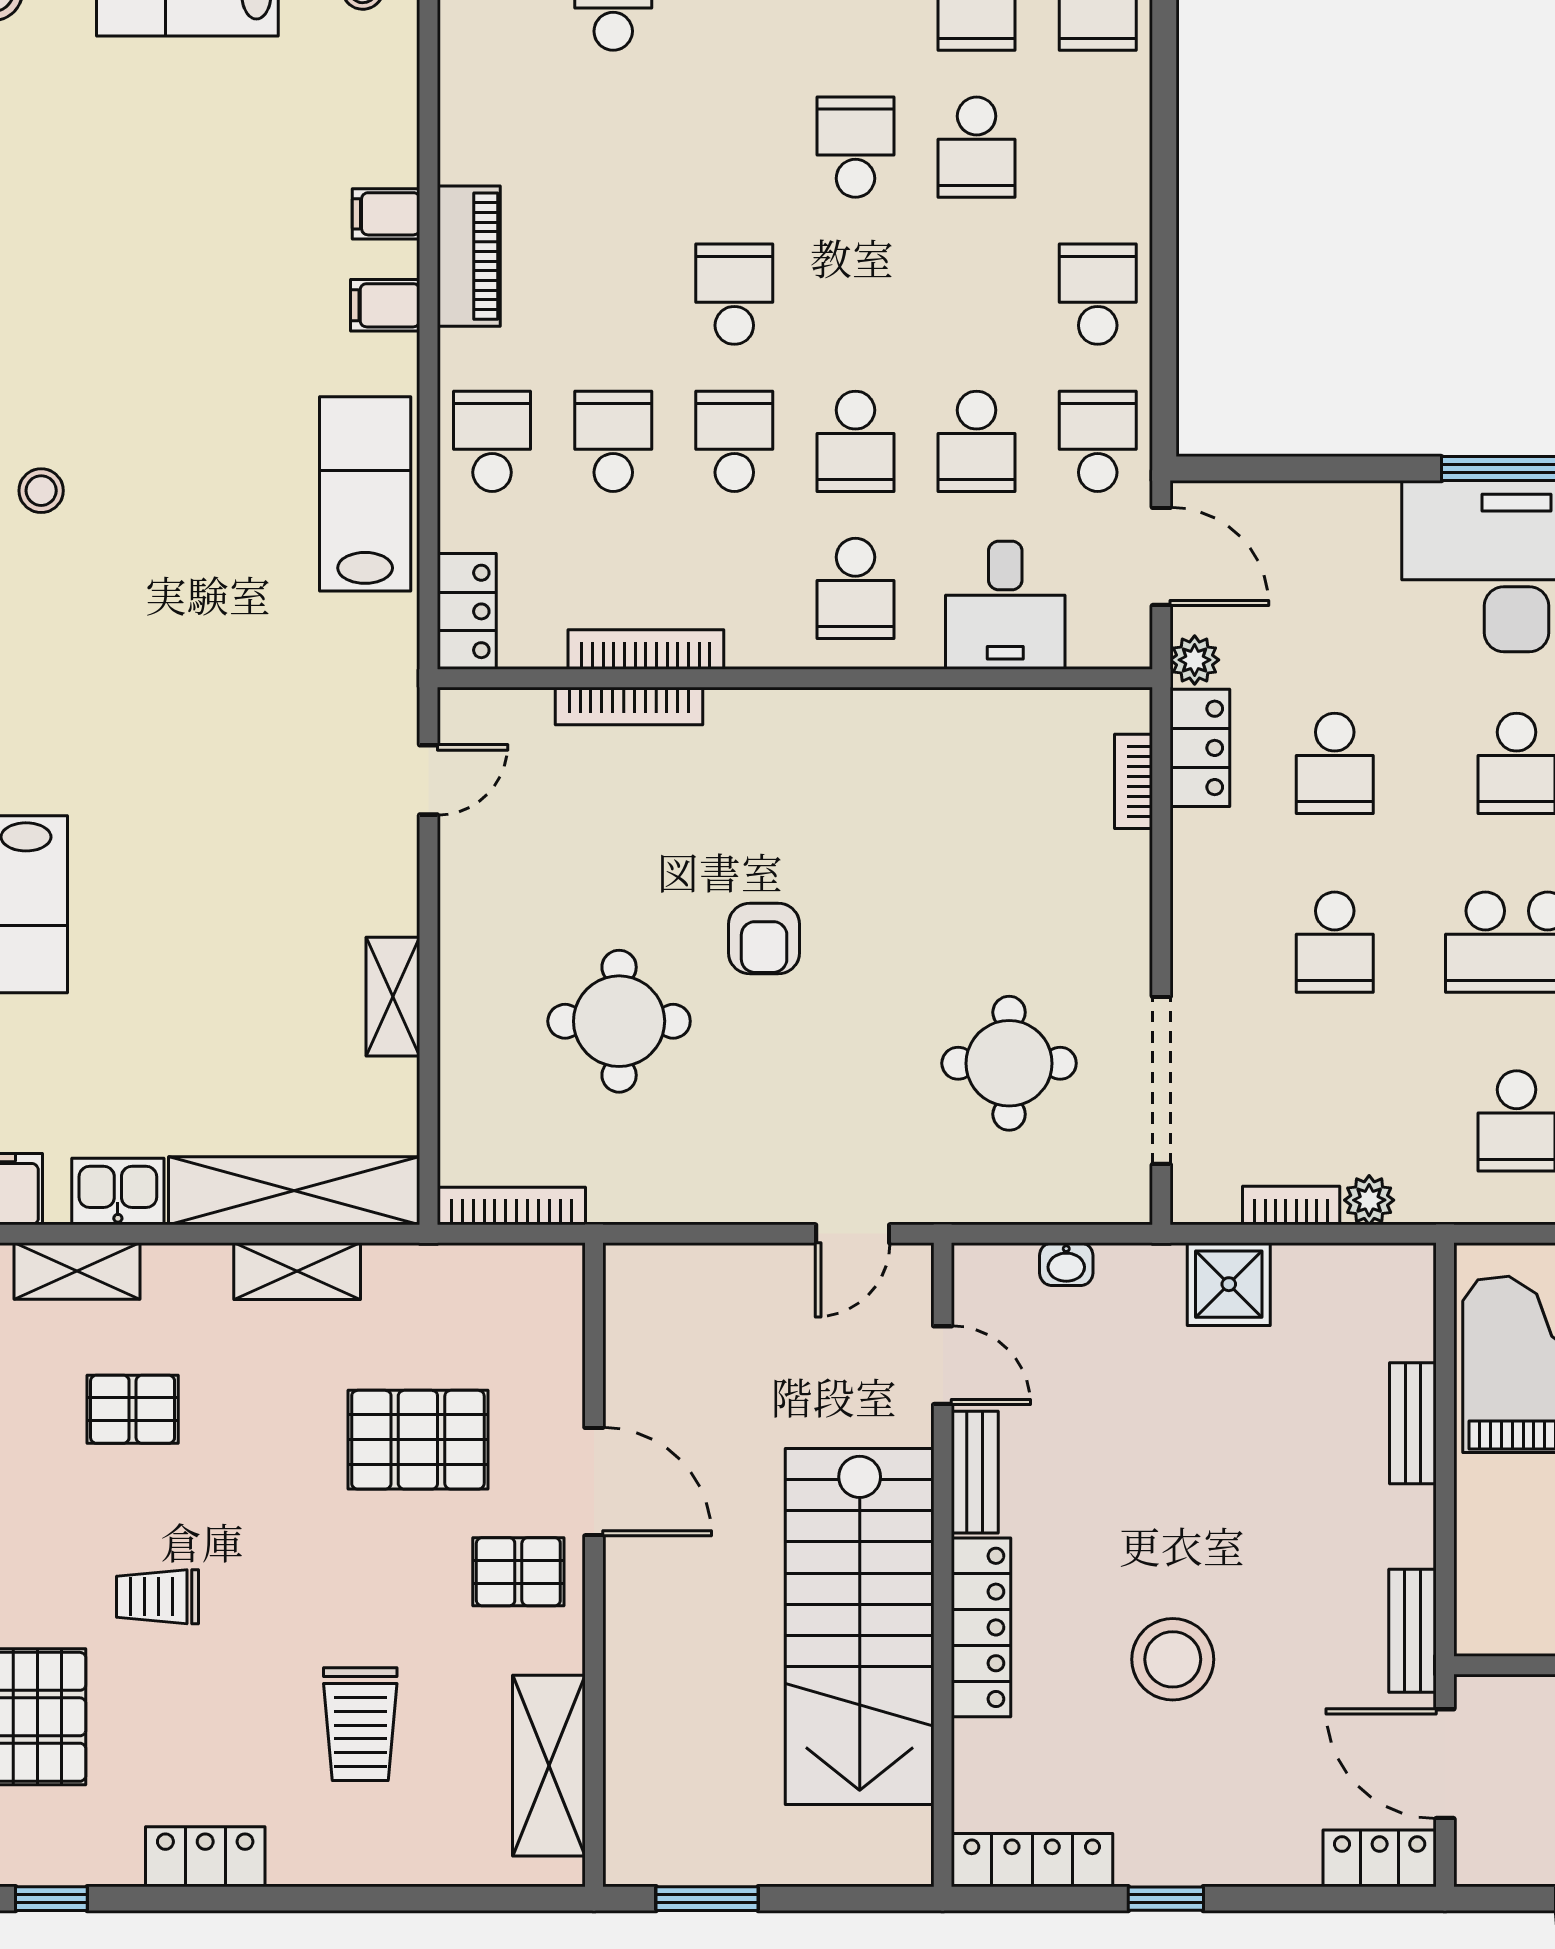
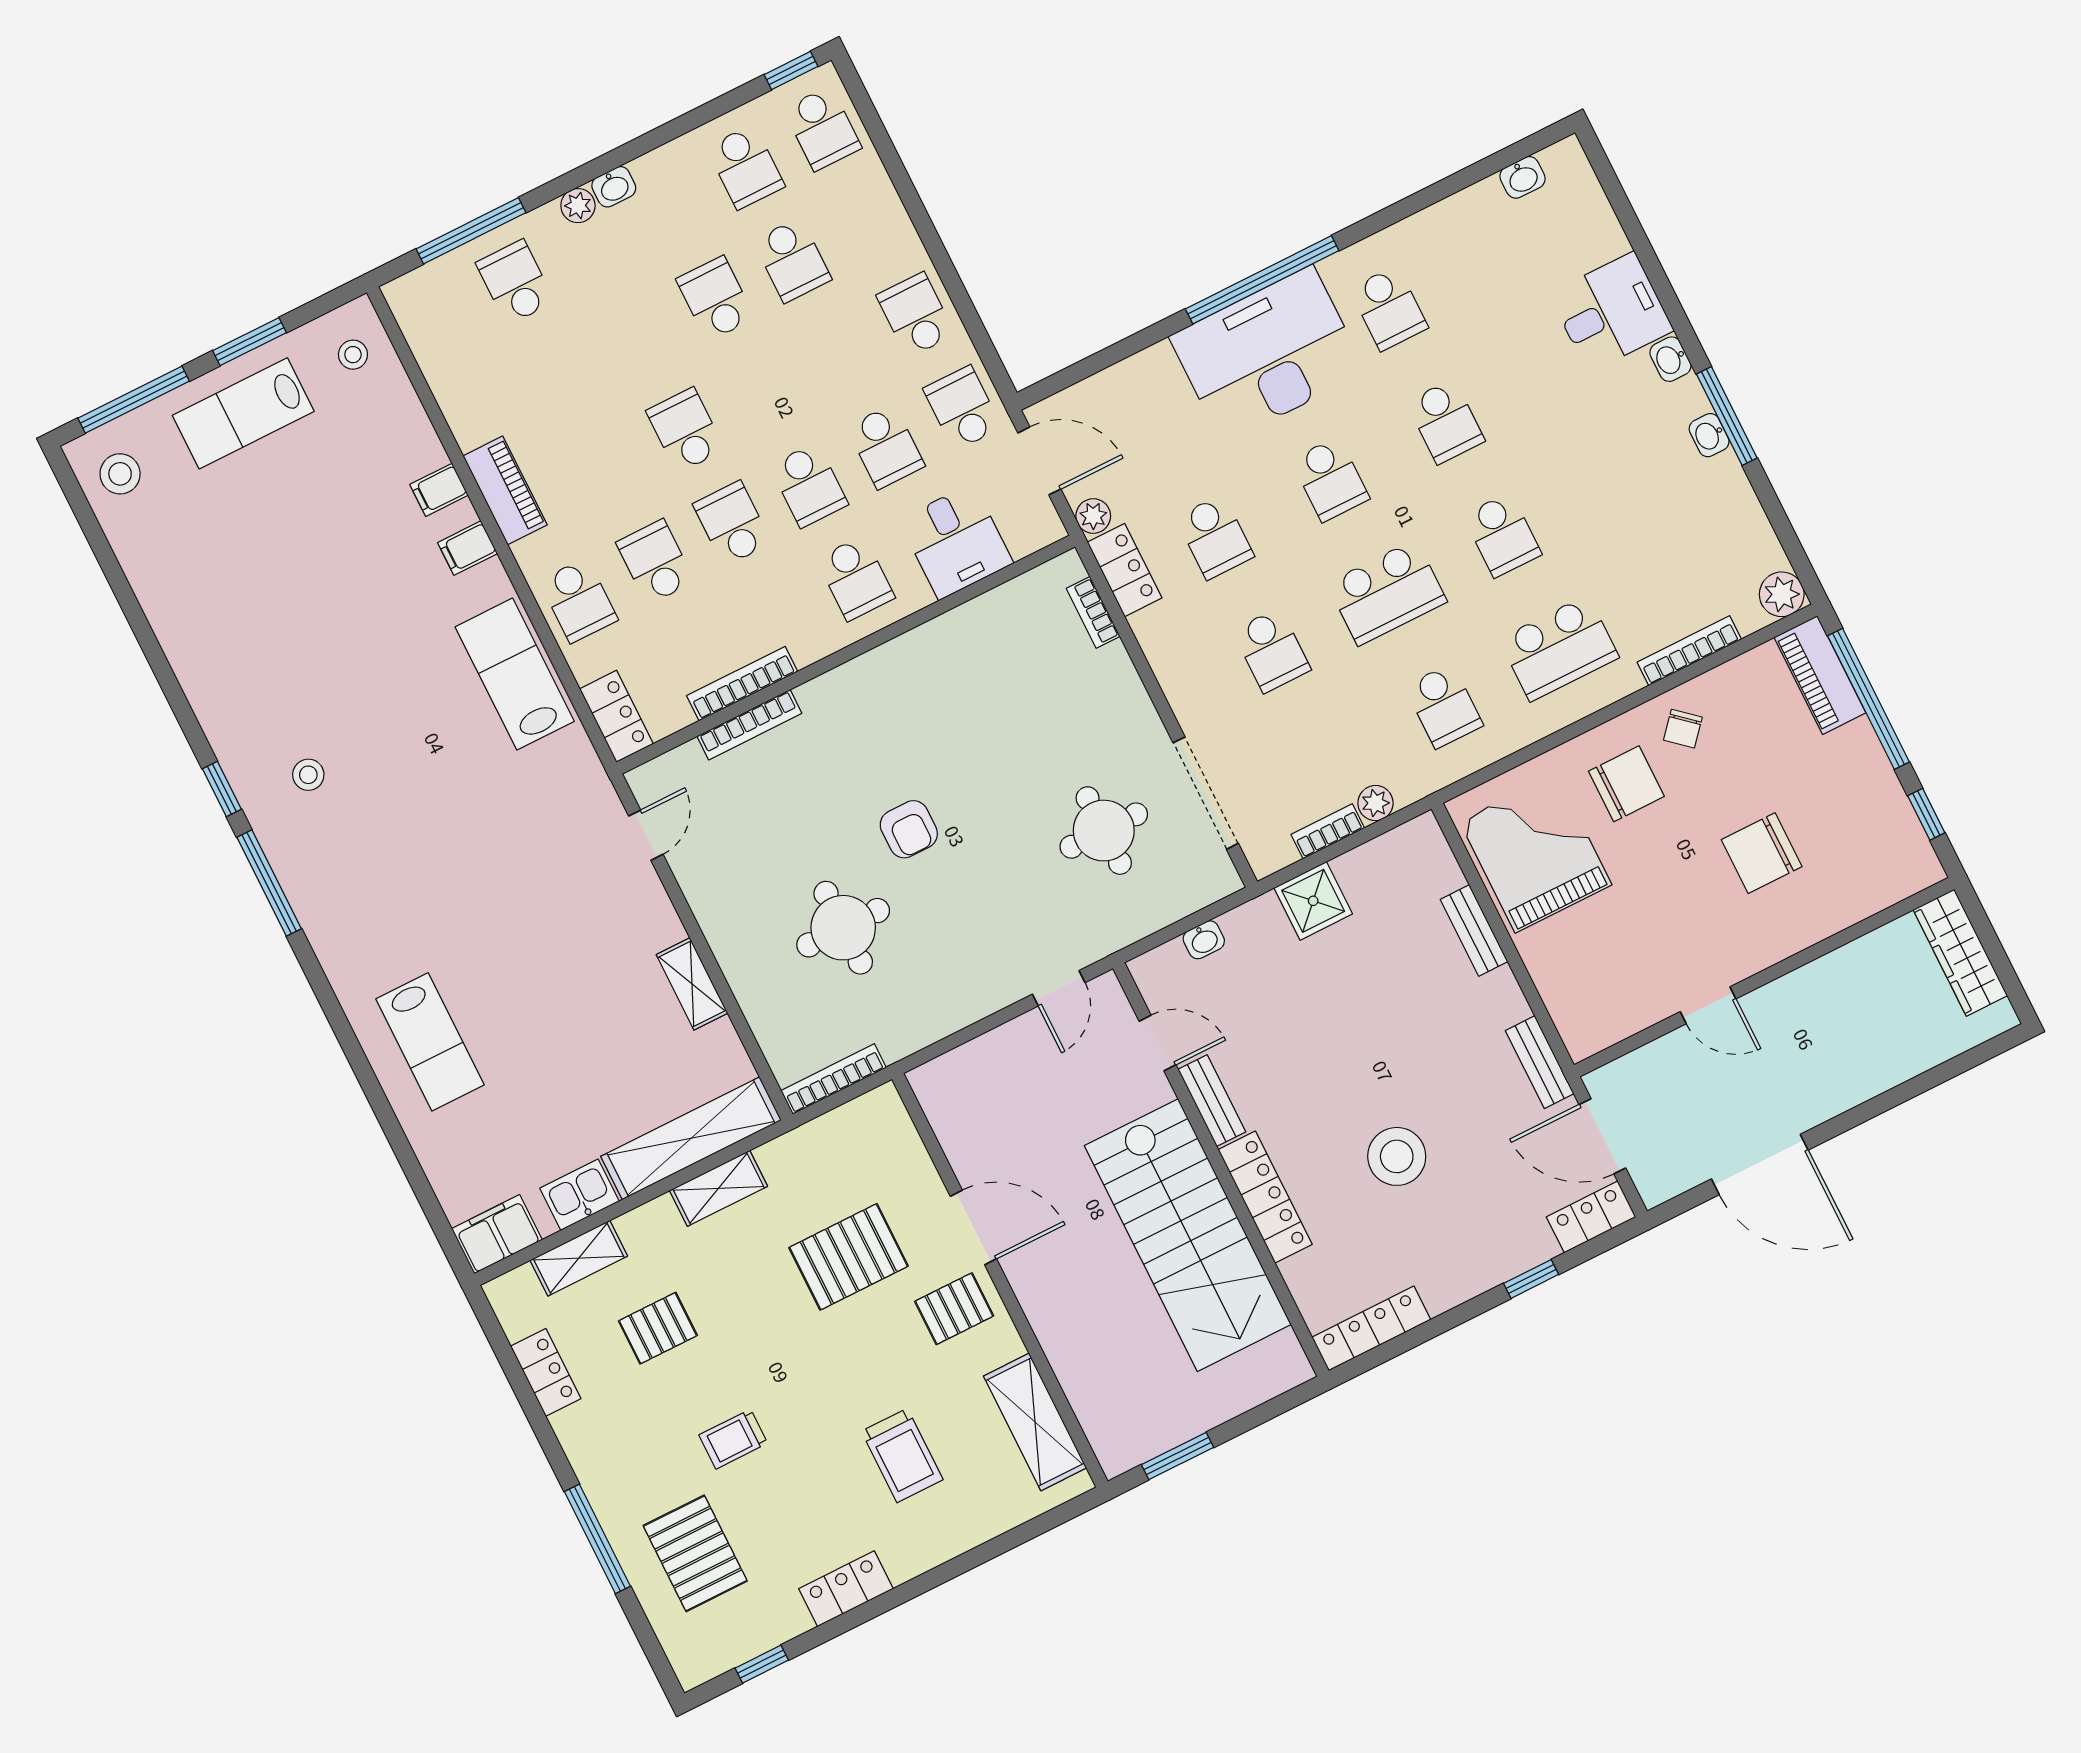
school desk: (492, 441) -> (579, 600), turned 180
window: (1166, 1899) -> (1531, 1279), moved

